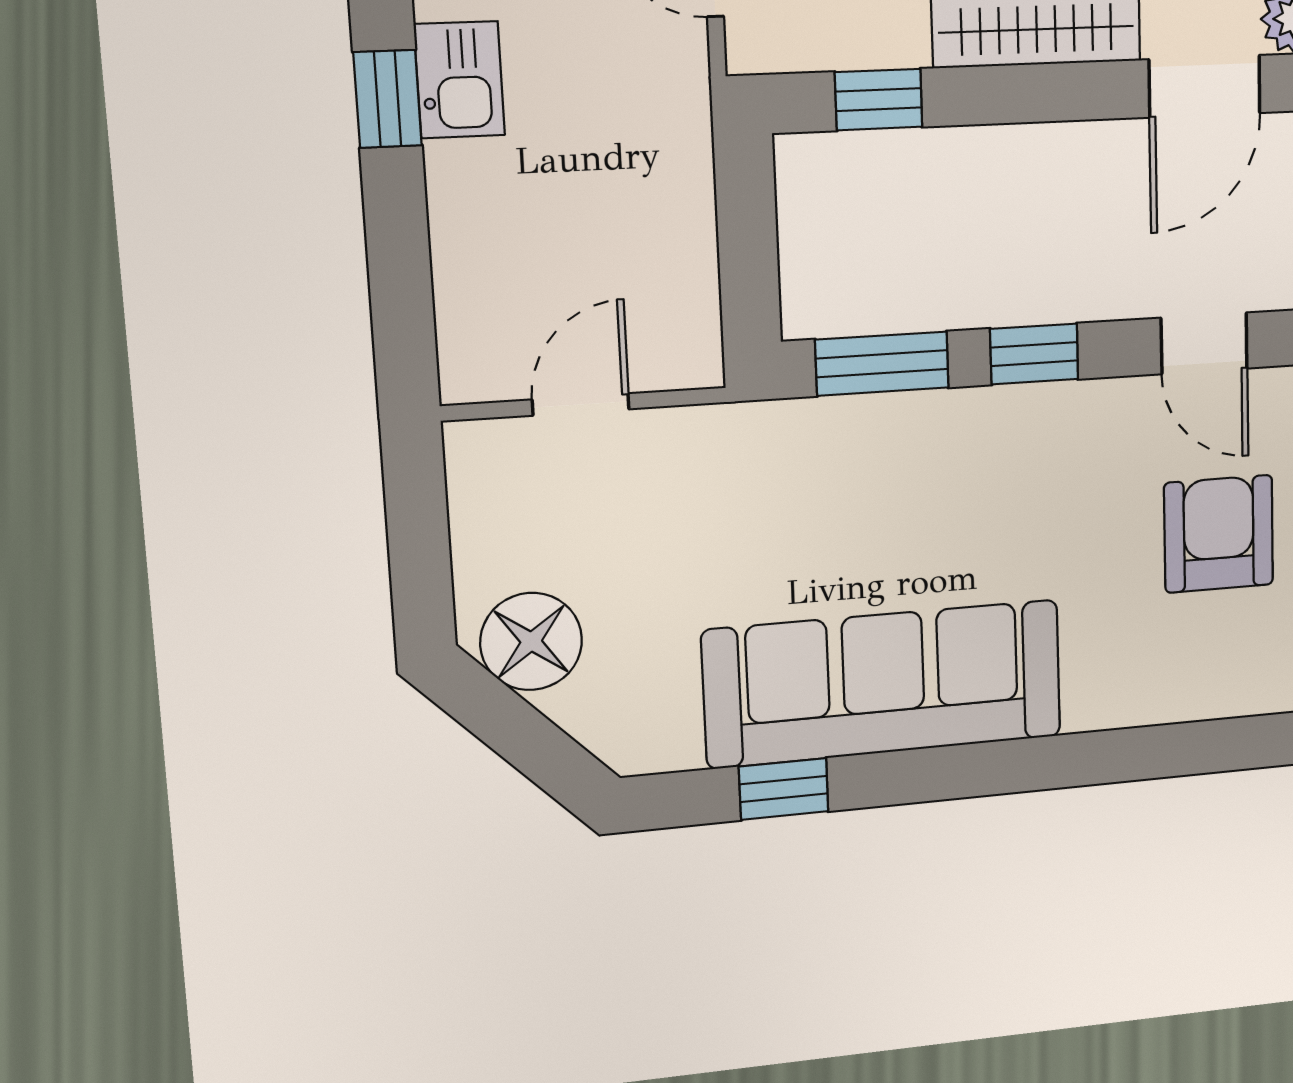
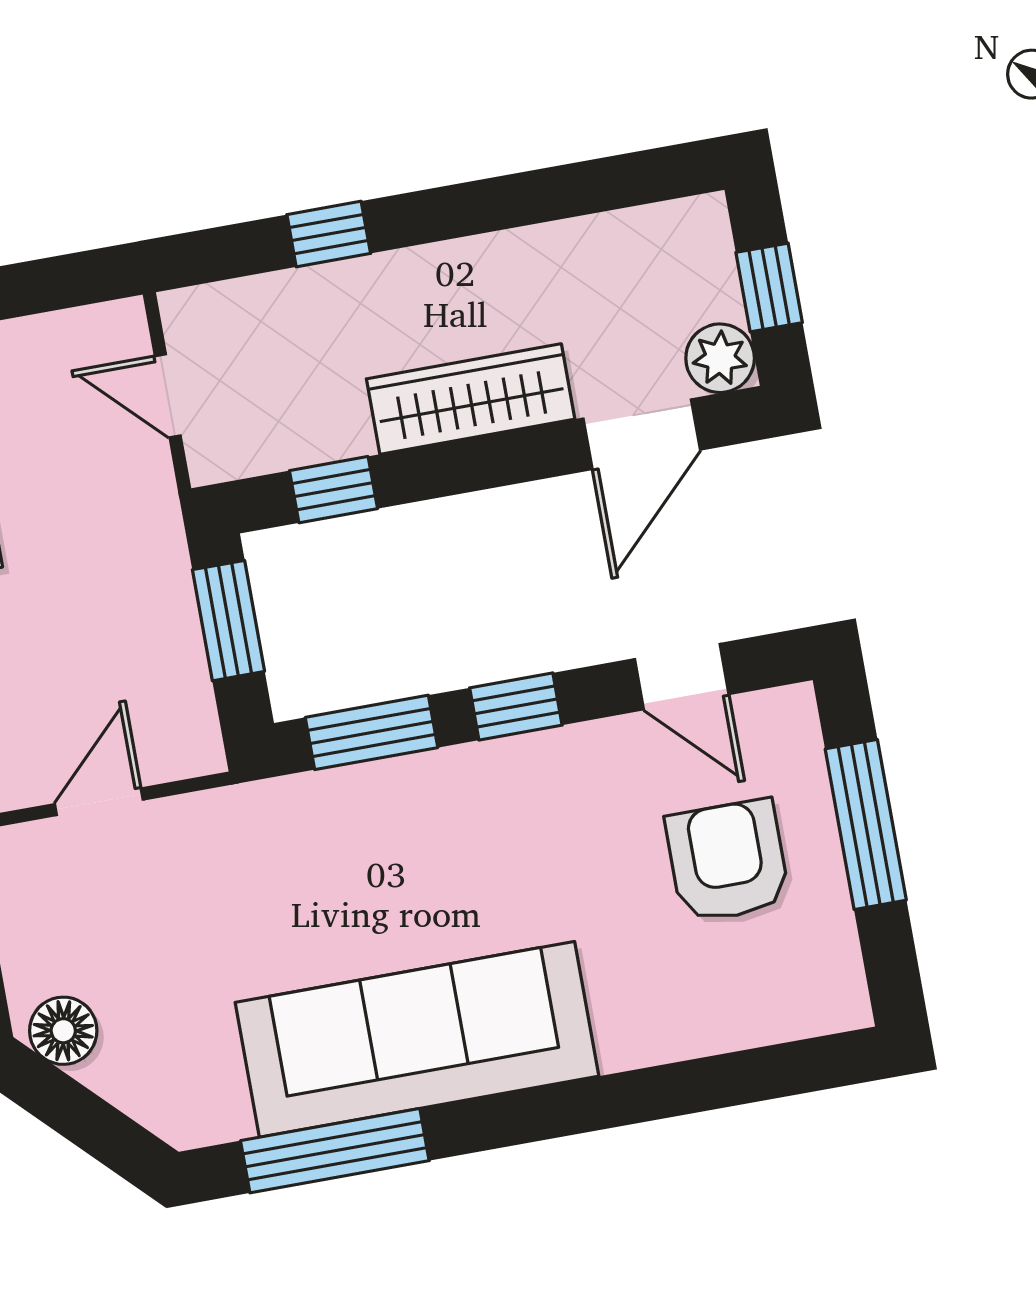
window: (747, 226) -> (228, 621), added
floor lamp: (531, 642) -> (63, 1031), width x0.73, depth x0.73
window: (784, 789) -> (335, 1151), width x2.17

